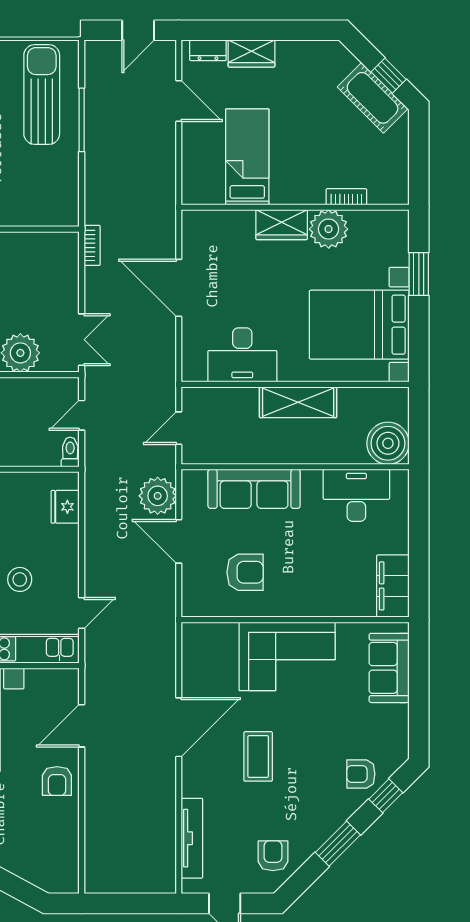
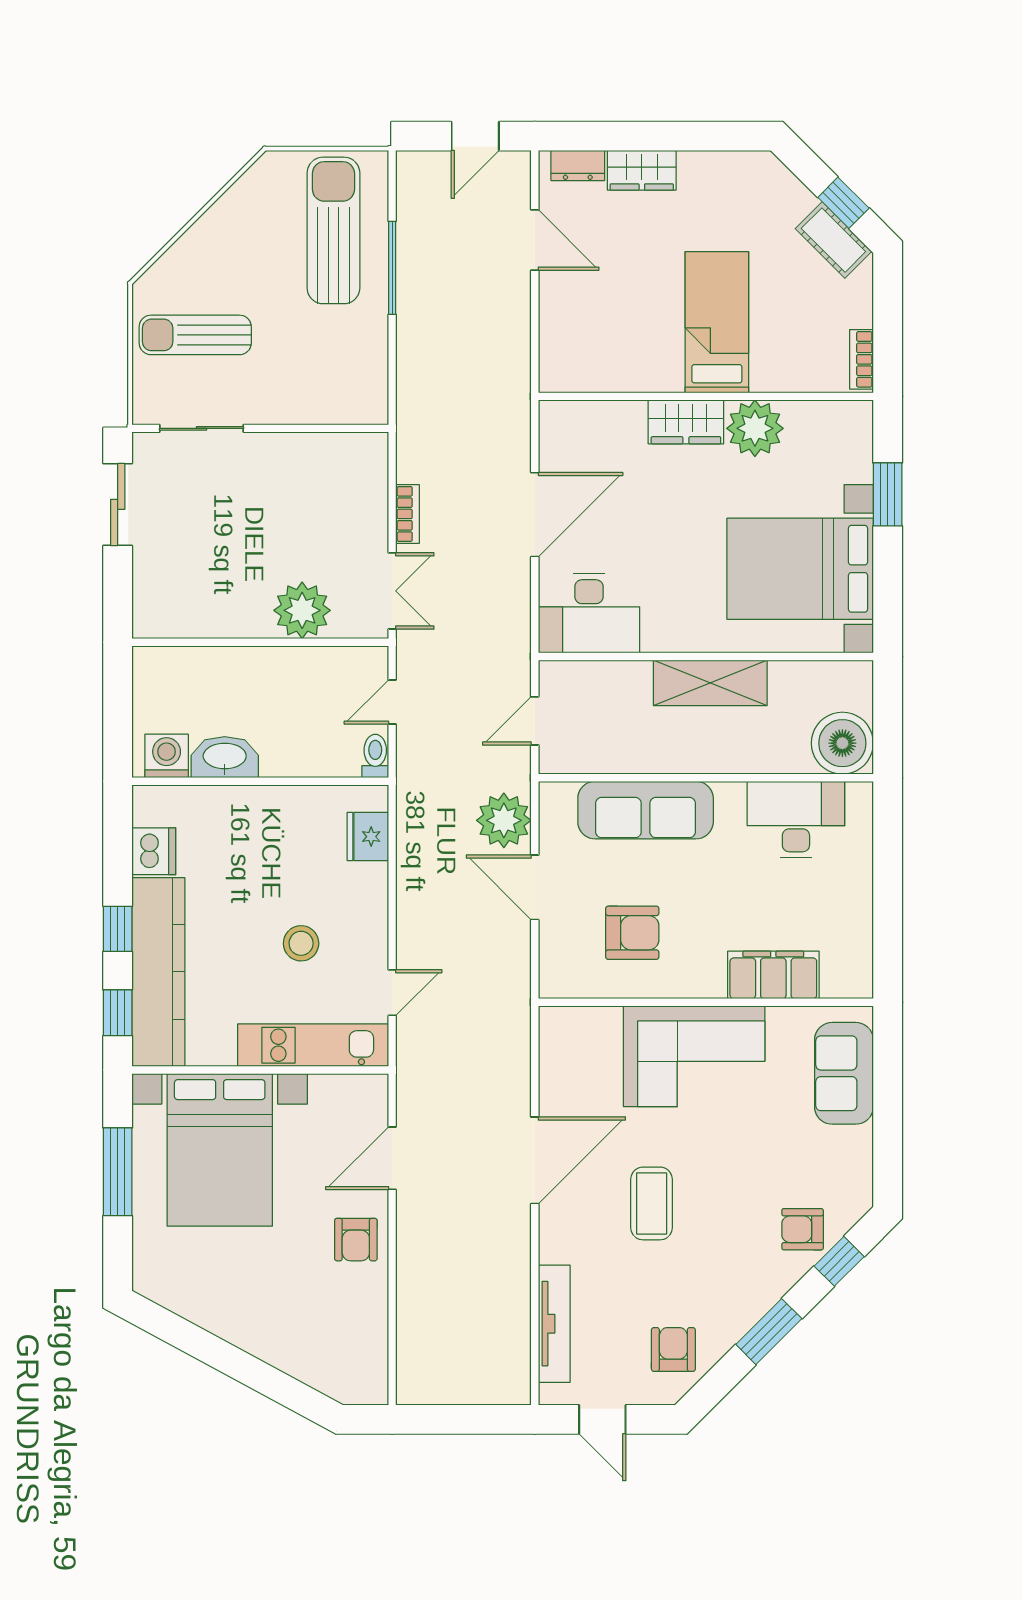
cot: (373, 98) -> (833, 240), width x0.73, depth x0.75
bed: (247, 157) -> (717, 322), moved
bookcase: (346, 197) -> (861, 359), moved, turned -90
bookcase: (92, 245) -> (408, 514), moved
door: (179, 288) -> (535, 515), swing flipped
desk: (242, 355) -> (589, 613), moved
filing cabinet: (393, 586) -> (773, 975), moved, turned 90

